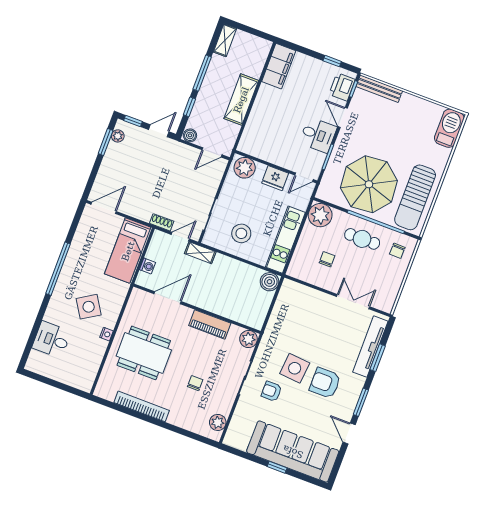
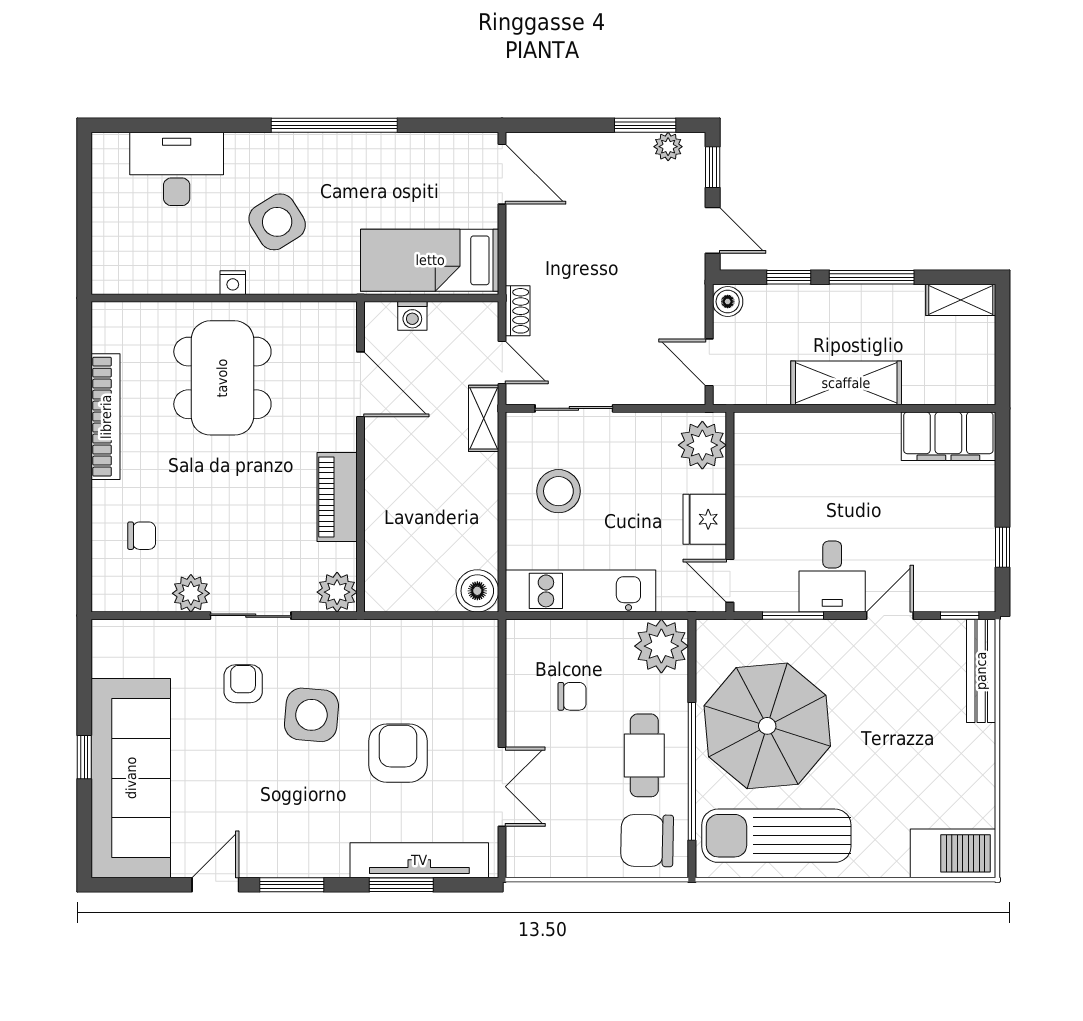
printer: (342, 87) -> (955, 590), removed
chair: (397, 251) -> (647, 841), width x1.87, depth x1.87
desk: (52, 340) -> (177, 169), width x1.37
chair: (195, 383) -> (142, 536), moved
armchair: (325, 383) -> (398, 753), moved
plant: (218, 422) -> (191, 593), moved

